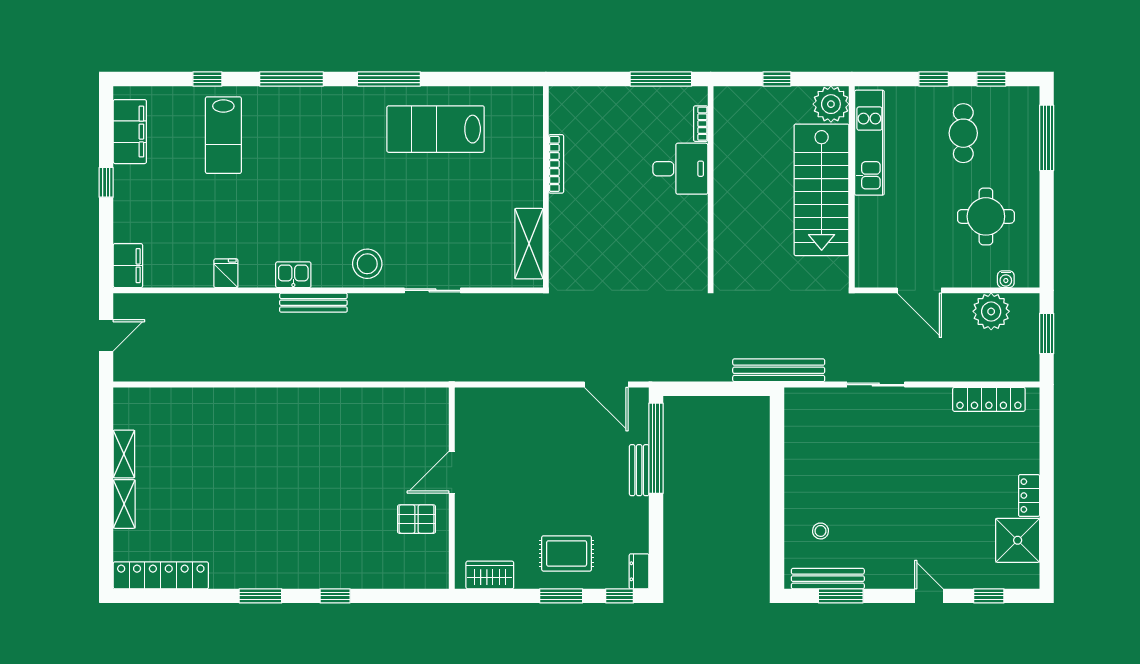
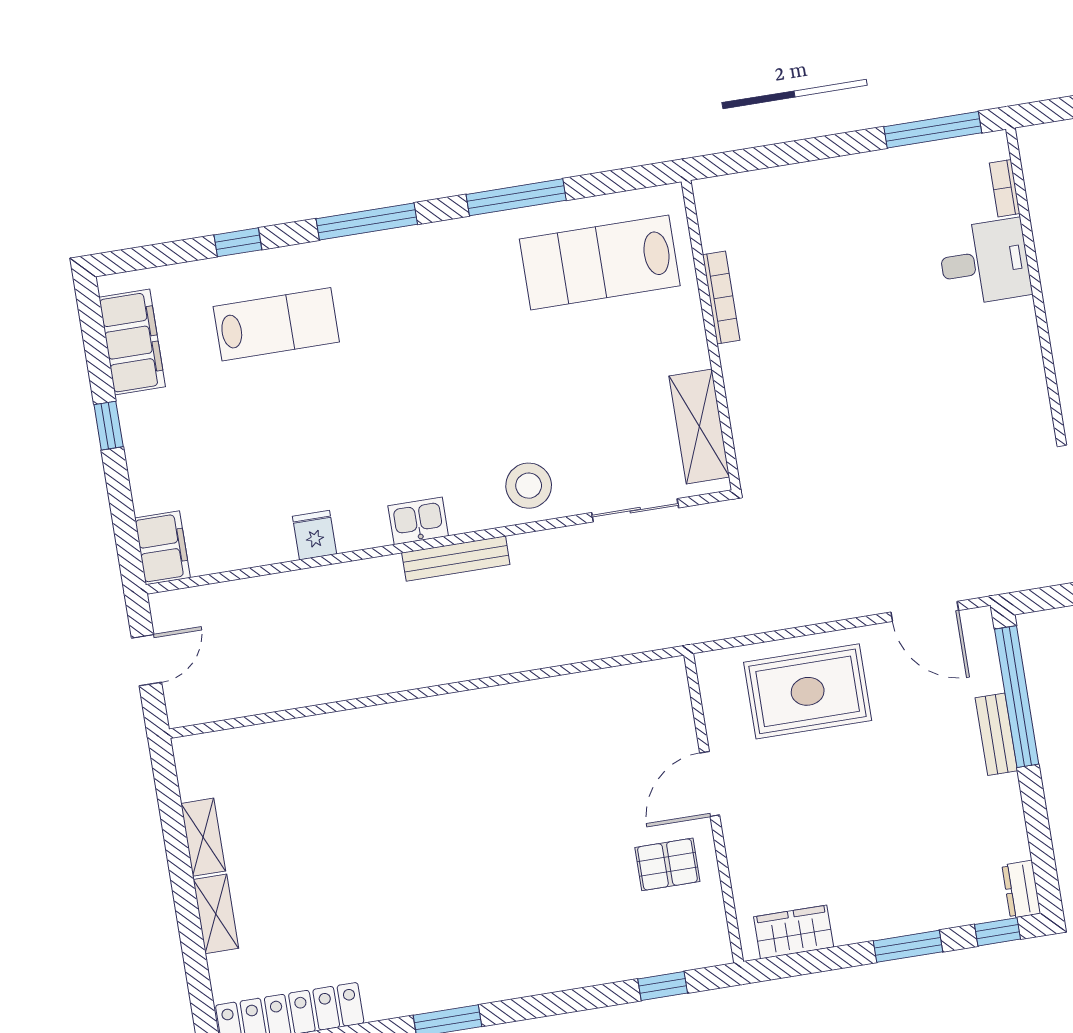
lab bench: (223, 135) -> (276, 324), turned -90
bookcase: (556, 164) -> (721, 298), moved
wall: (546, 187) -> (711, 335), moved
shelving: (529, 244) -> (699, 426), moved
rug: (567, 553) -> (808, 691), moved, width x1.36, depth x1.43
window: (335, 596) -> (663, 986), moved

